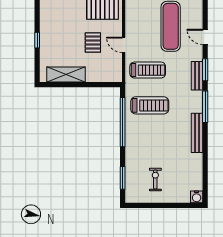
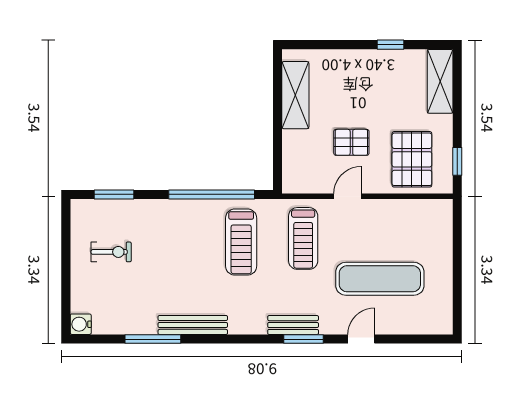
window: (37, 40) -> (391, 45), moved
window: (205, 107) -> (153, 339), moved

